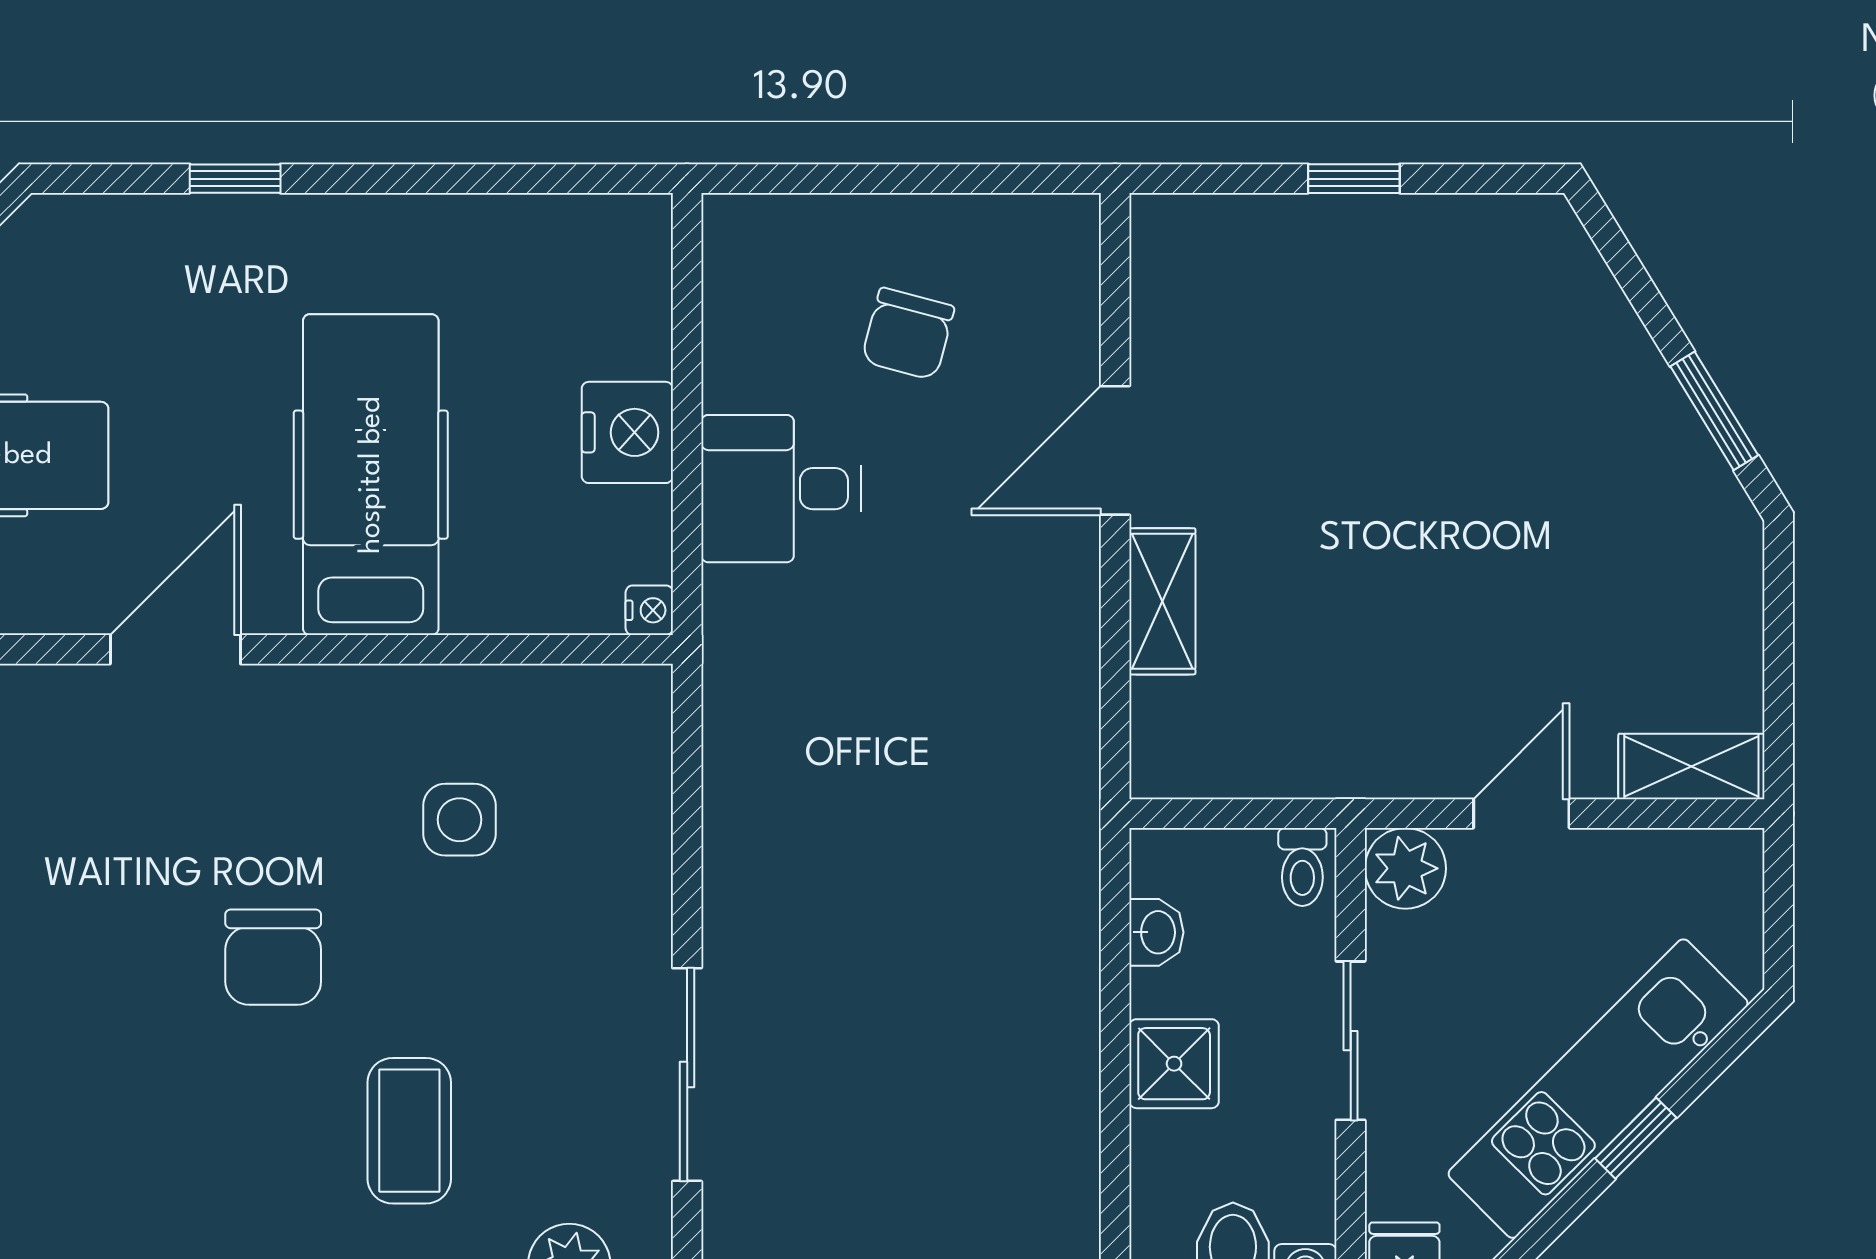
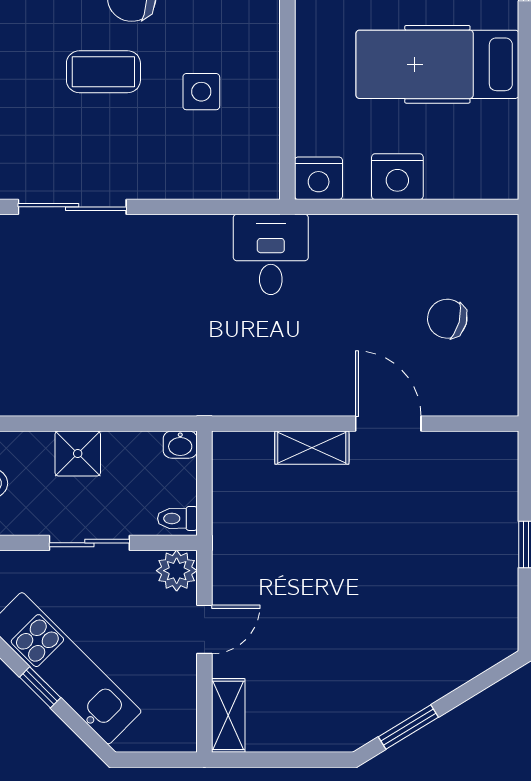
hospital bed: (371, 475) -> (437, 64), moved, turned 180
desk: (781, 489) -> (271, 254), moved
nightstand: (649, 610) -> (319, 178), width x1.89, depth x1.79
door: (1521, 814) -> (204, 629), hinge flipped
washbasin: (1156, 932) -> (180, 445), moved
coffee table: (409, 1131) -> (103, 72), moved

